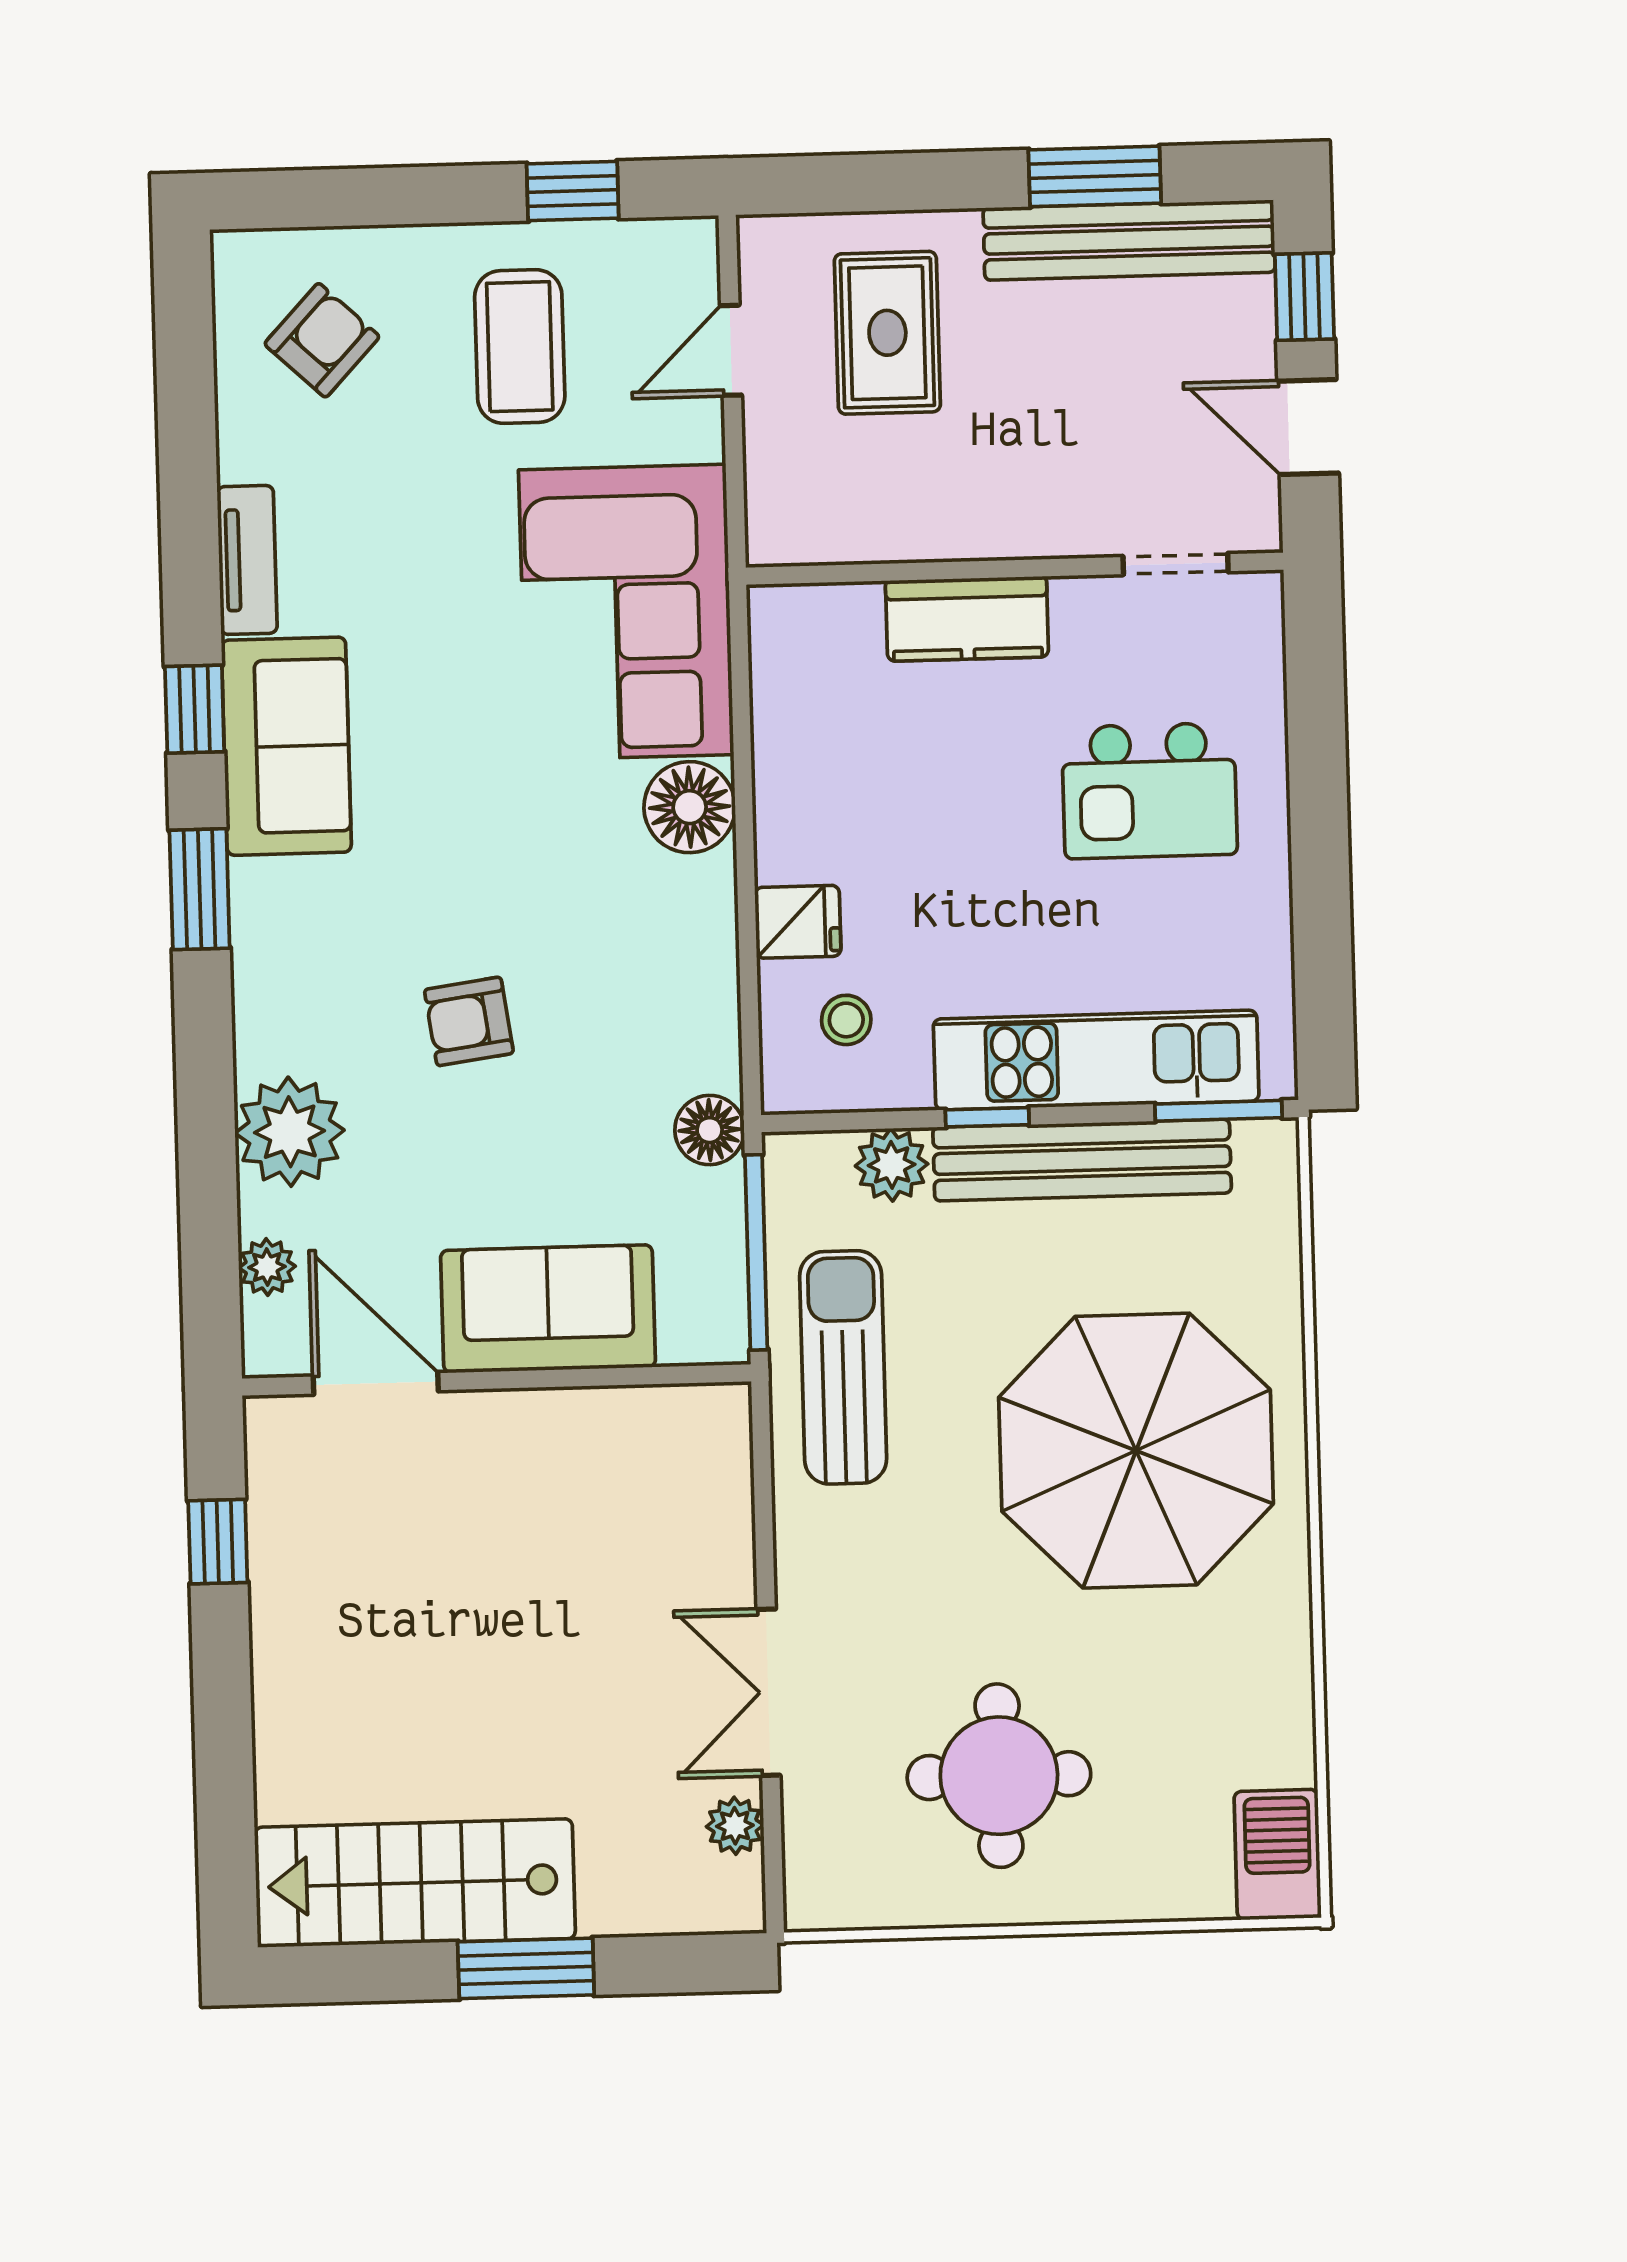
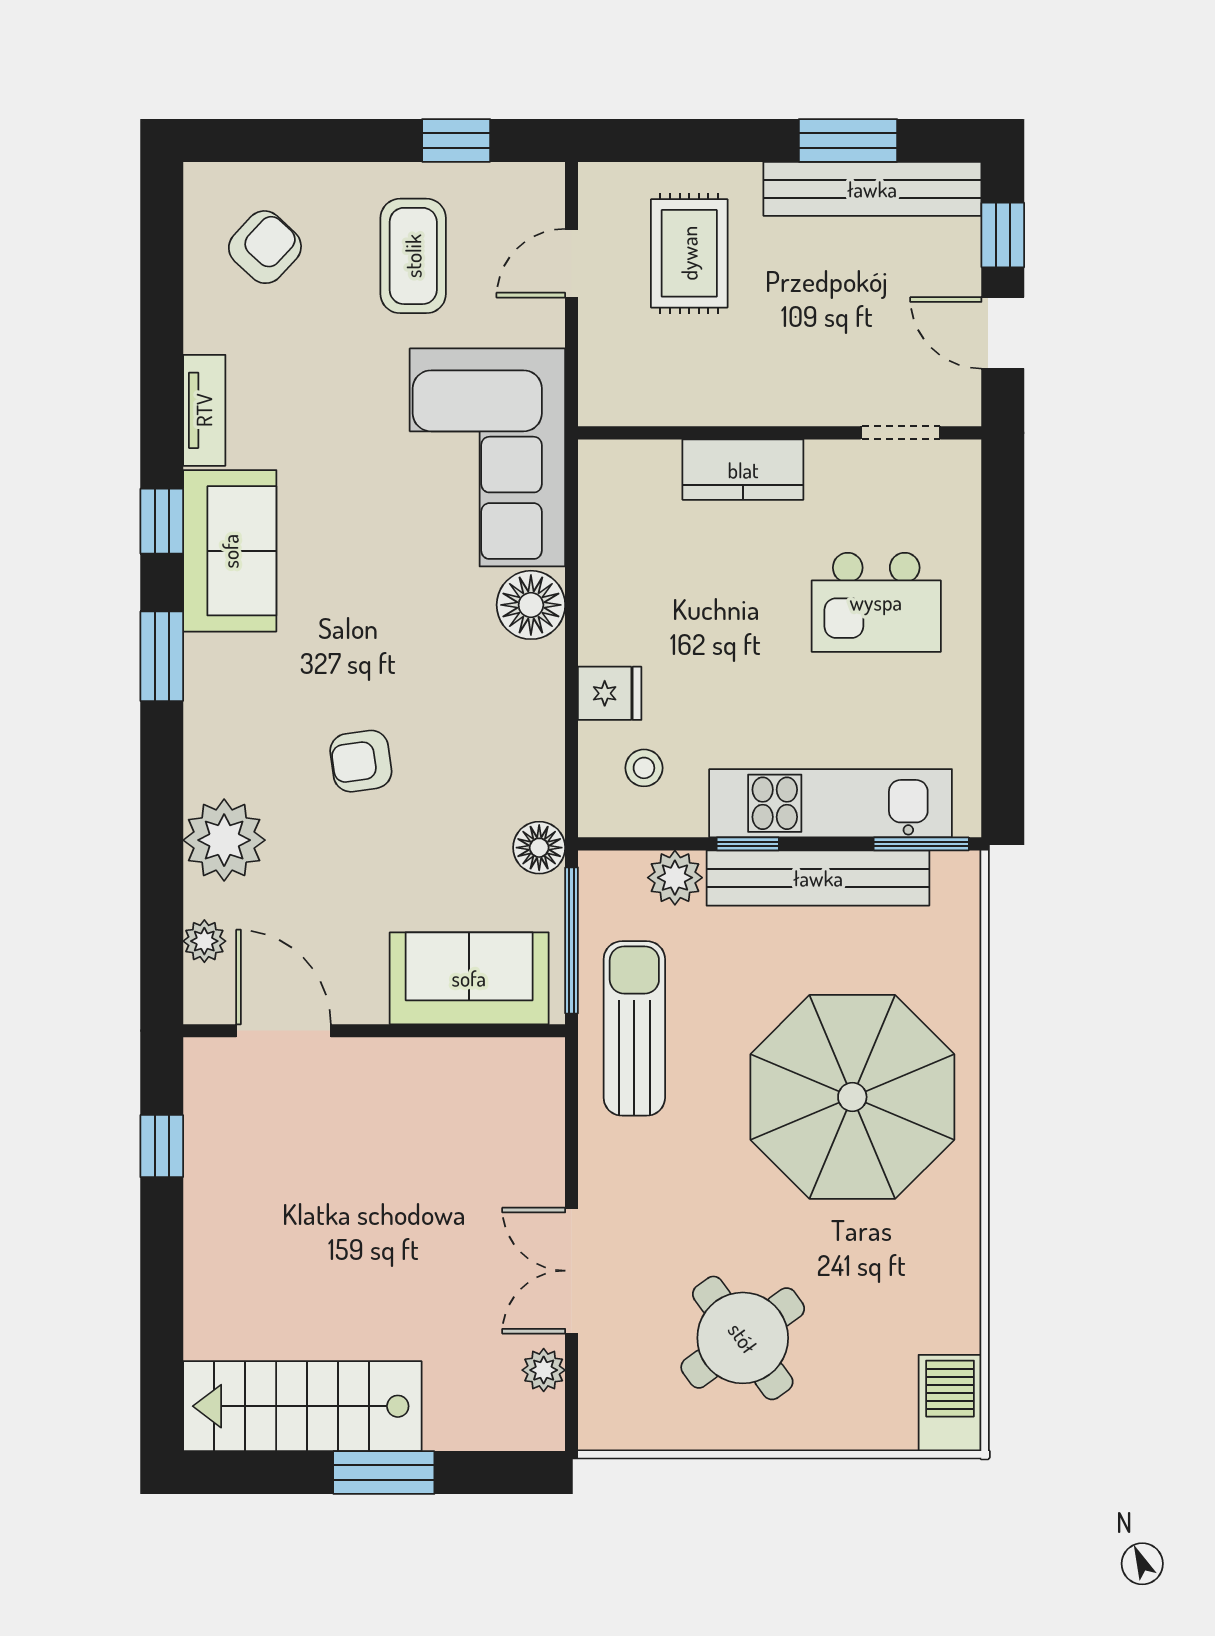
sofa: (548, 1309) -> (469, 978), moved
round table: (999, 1776) -> (743, 1338), turned -36

